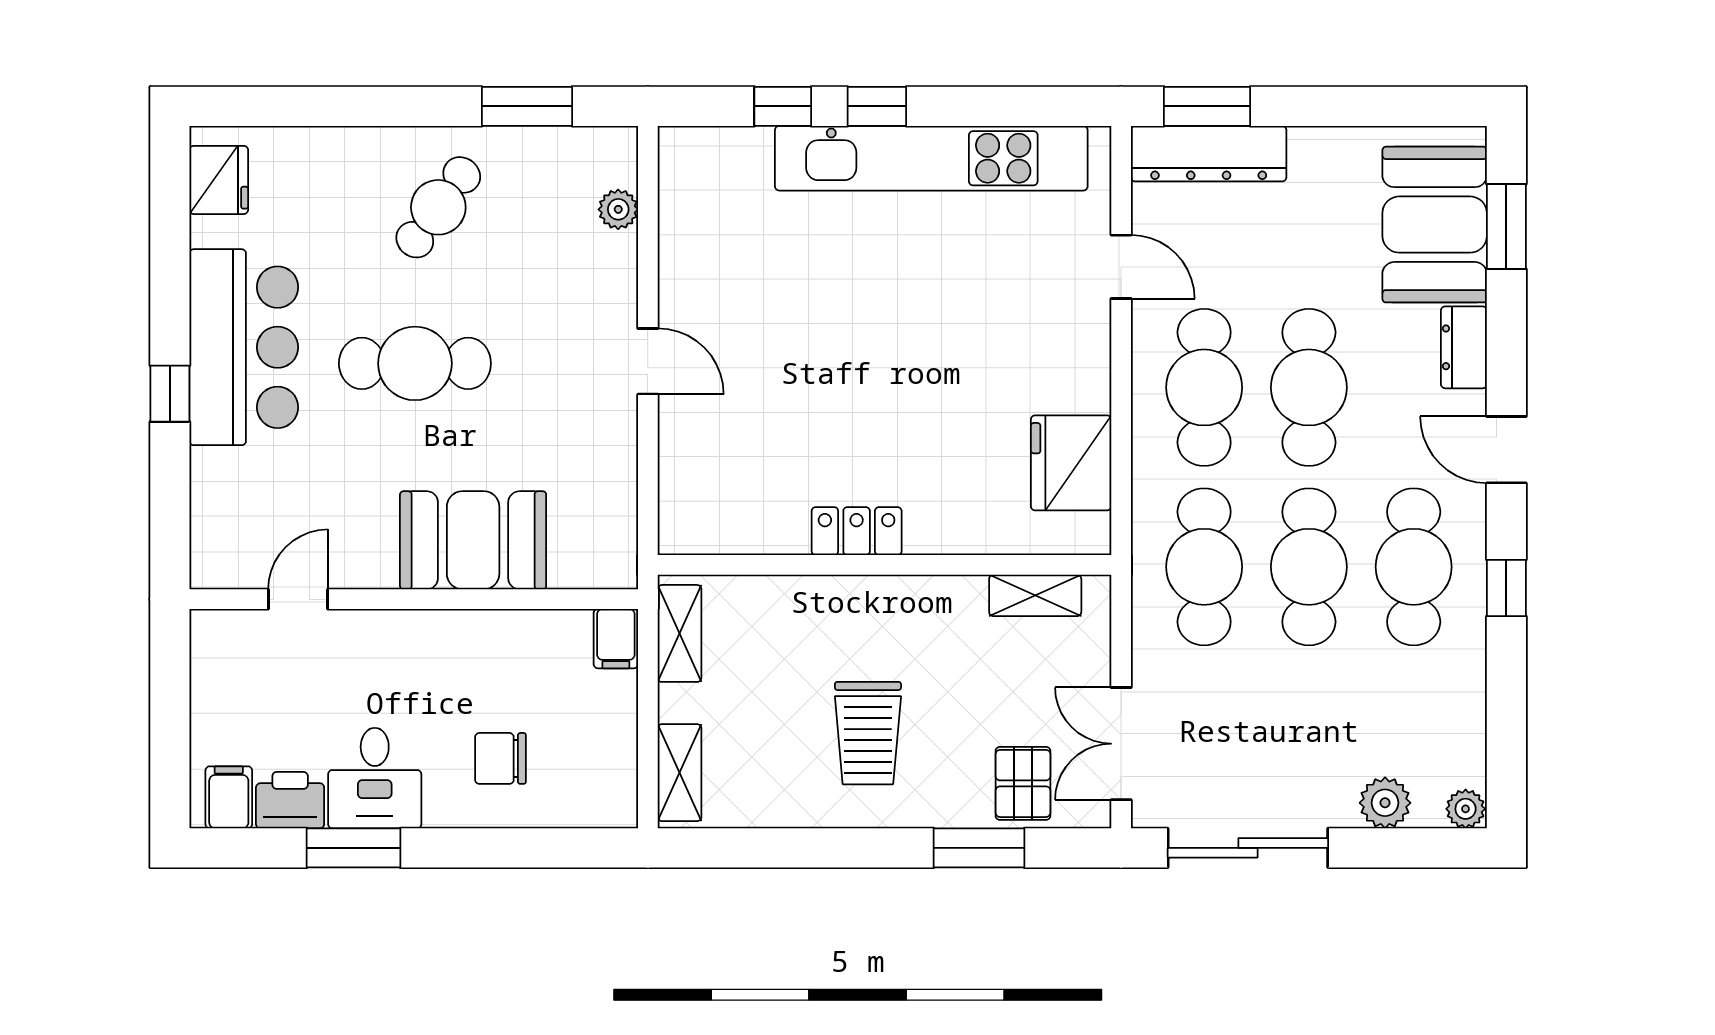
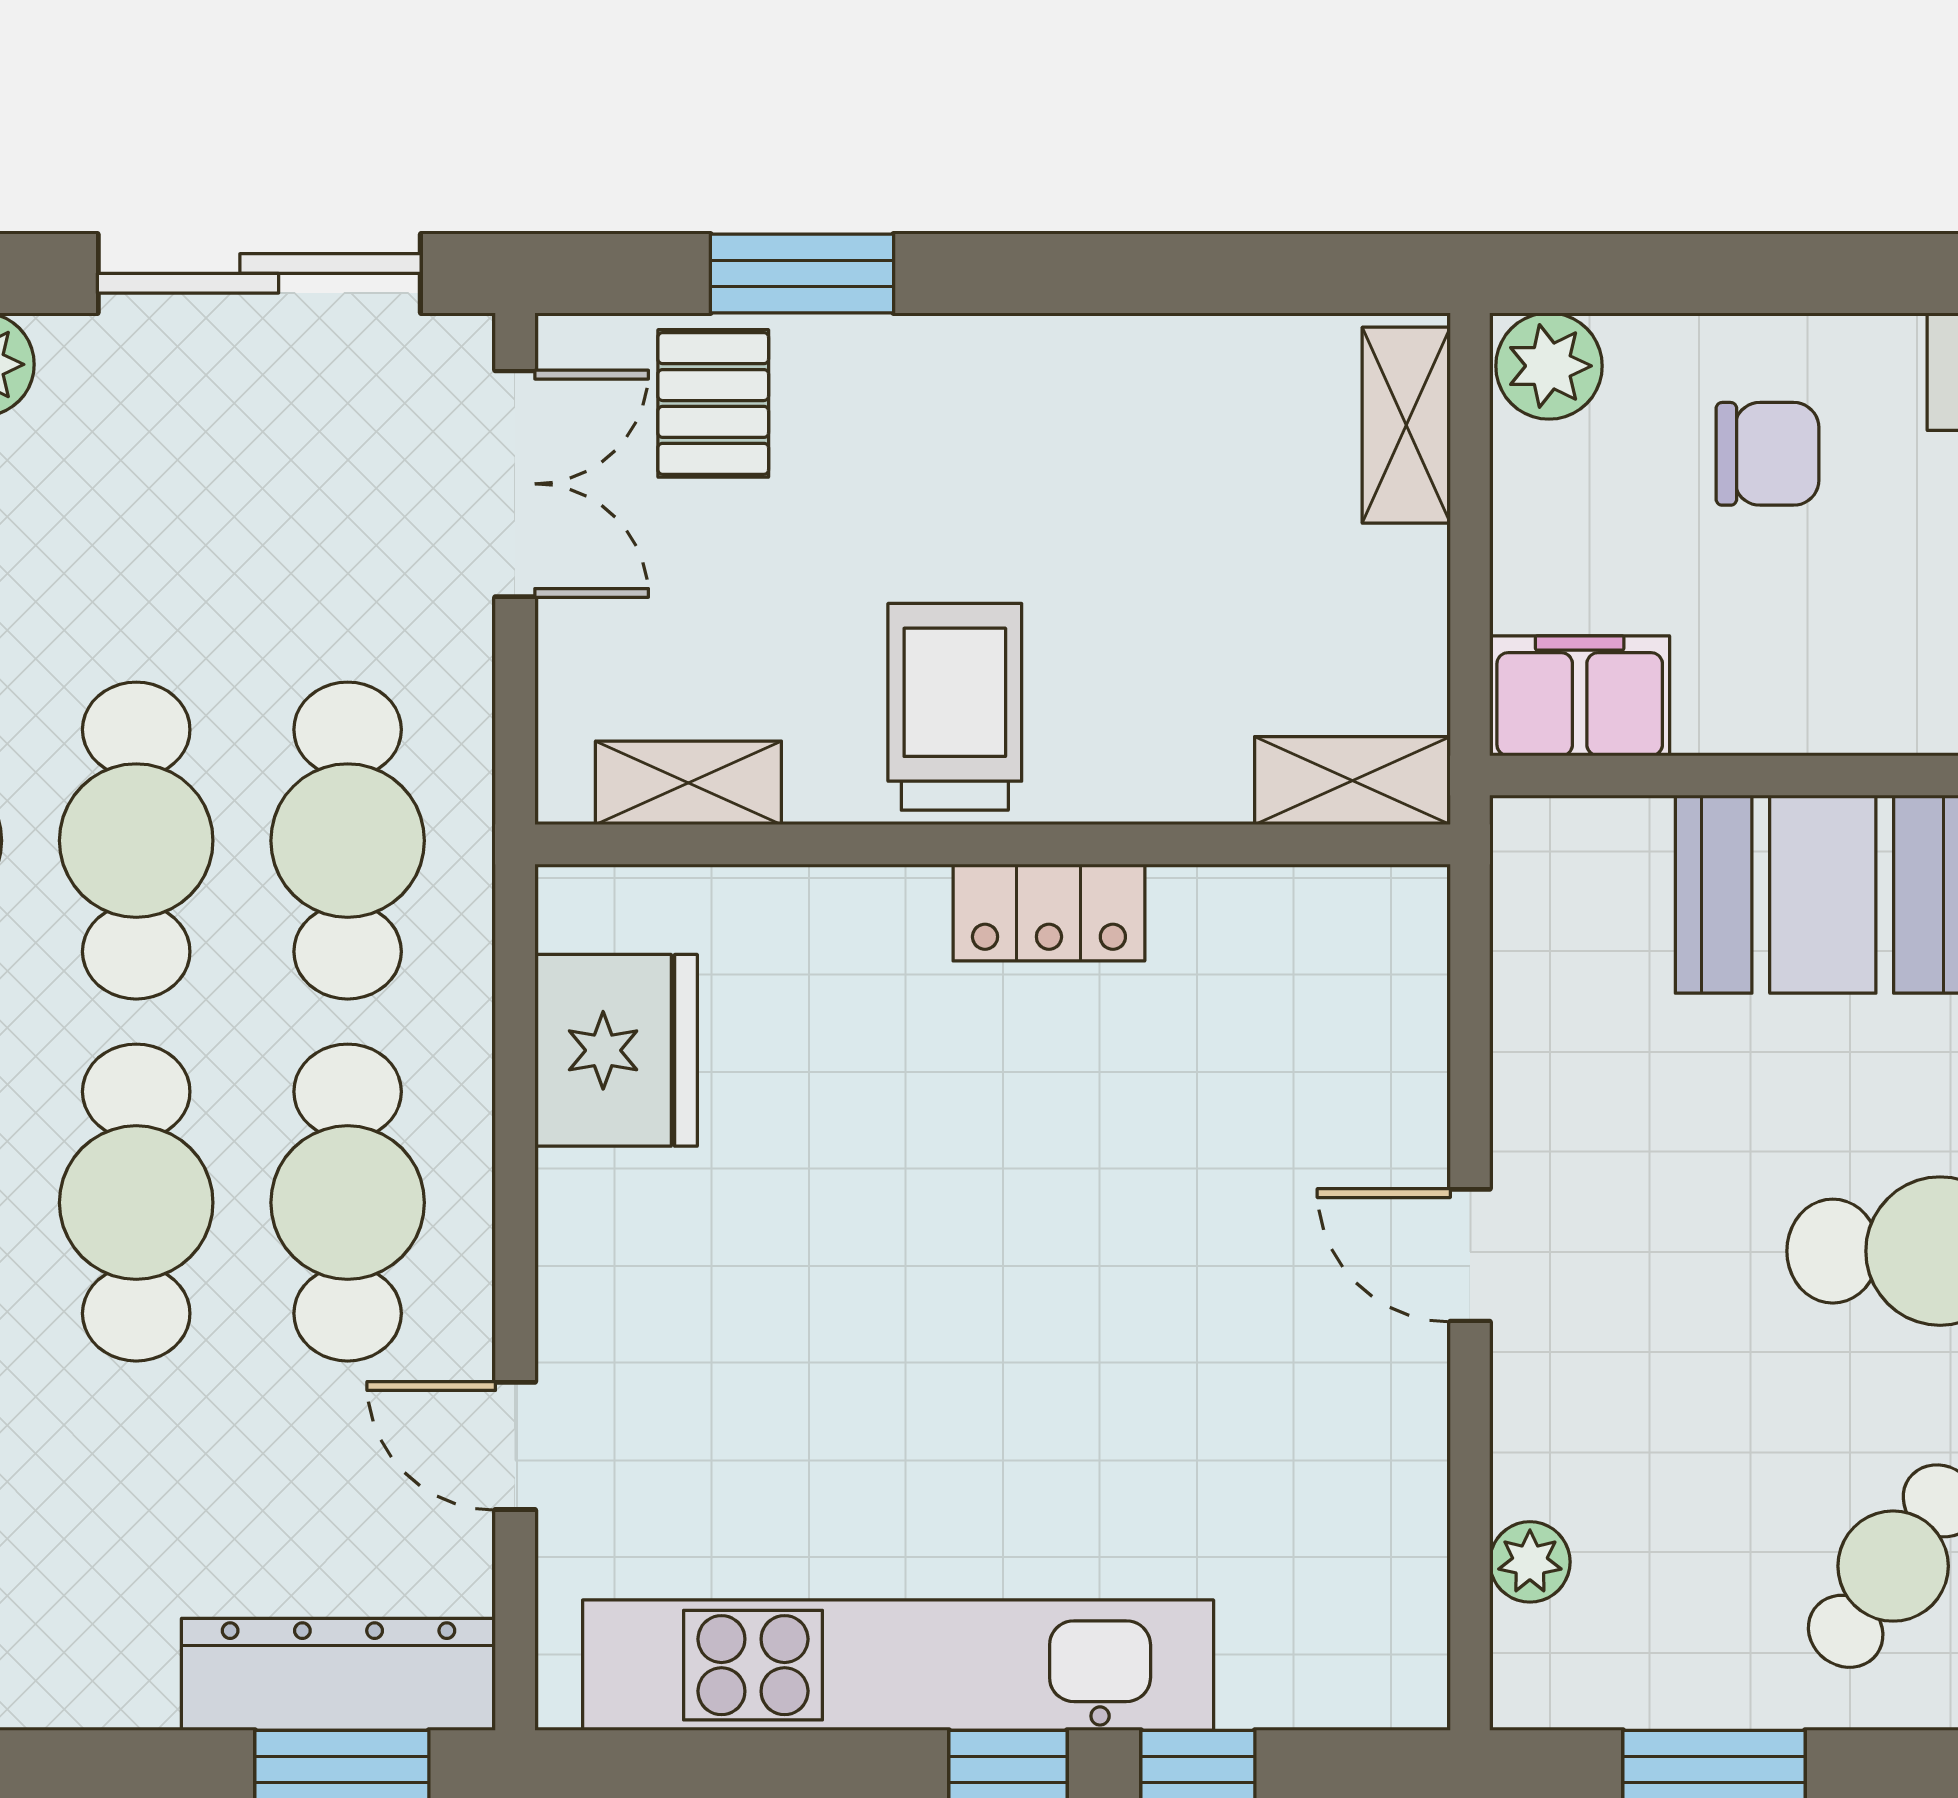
shelving: (679, 633) -> (1352, 781), moved, turned 90
filing cabinet: (616, 639) -> (1580, 696), width x2.00
trolley: (868, 733) -> (955, 707), moved
plant: (609, 802) -> (1549, 366), added

